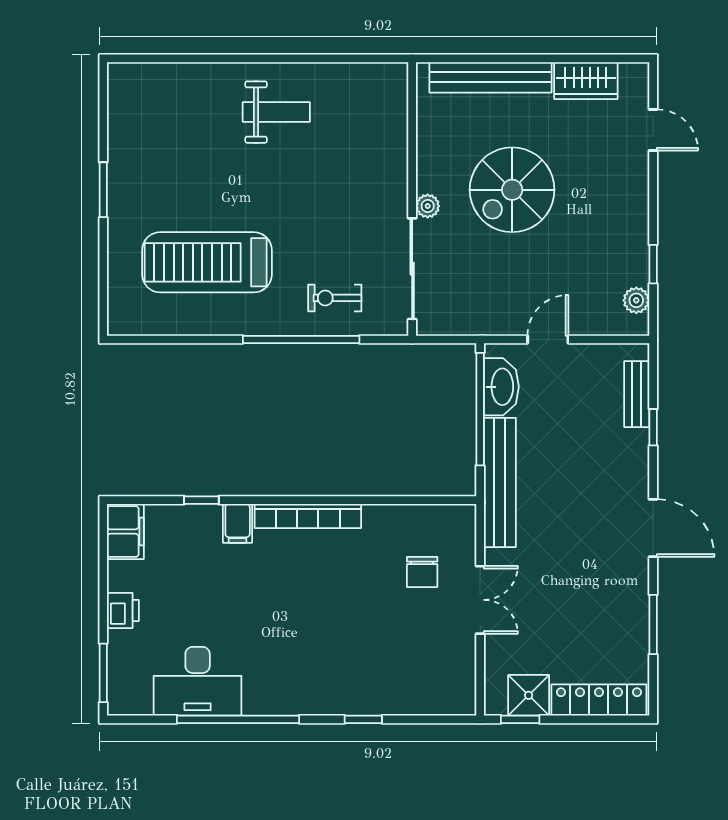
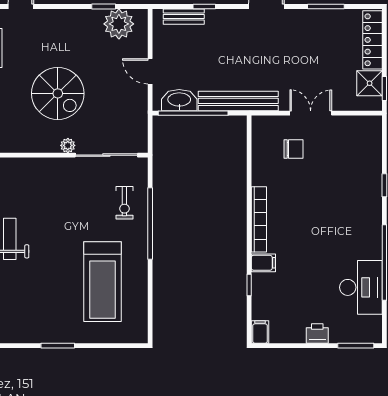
plant: (636, 300) -> (119, 24), width x1.88, depth x1.88
filing cabinet: (125, 532) -> (260, 332), width x0.50

